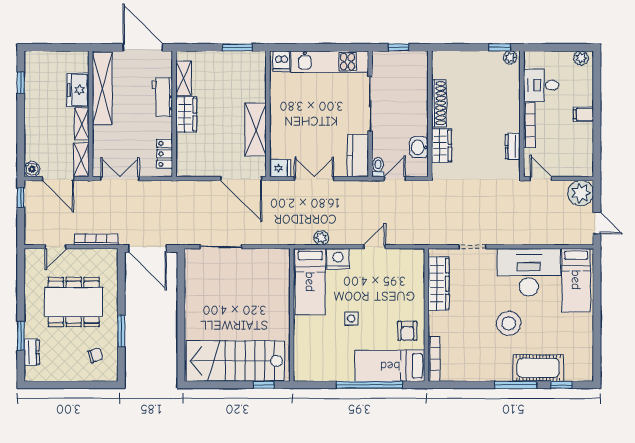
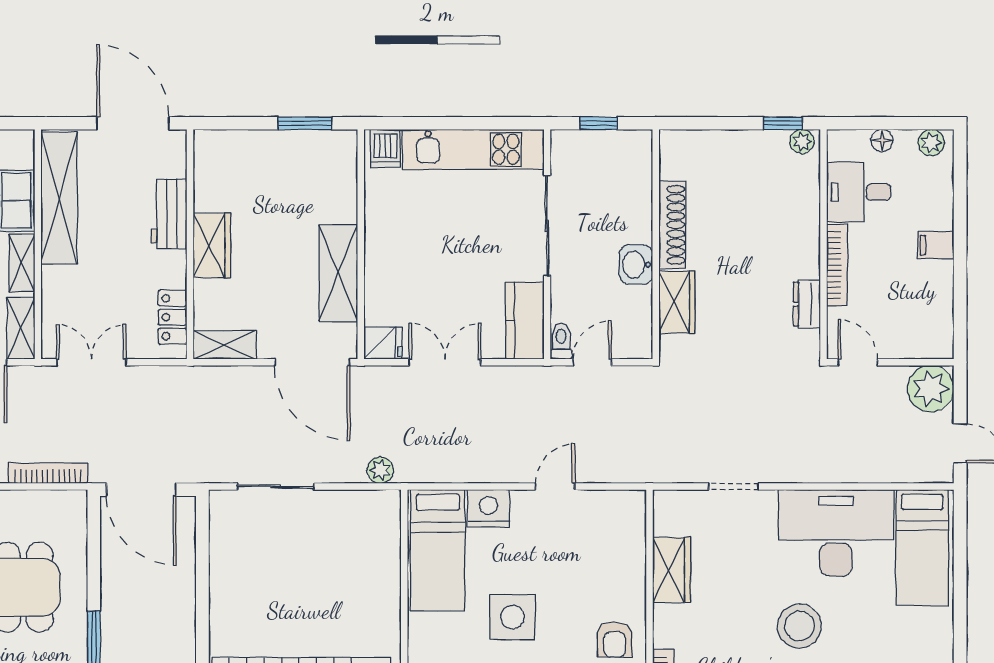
floor lamp: (554, 57) -> (882, 140), added
shelving: (184, 78) -> (225, 345), moved, turned 90
washbasin: (419, 147) -> (636, 265), moved
plant: (321, 238) -> (380, 470), moved
wardrobe: (439, 284) -> (672, 570), width x0.67
side table: (351, 318) -> (512, 617), width x1.87, depth x1.87

